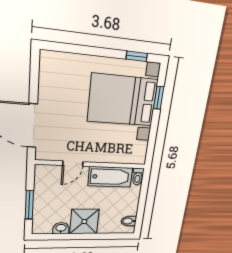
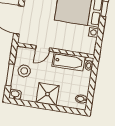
stool: (49, 197) -> (24, 71), added
washbasin: (61, 228) -> (15, 94), moved

